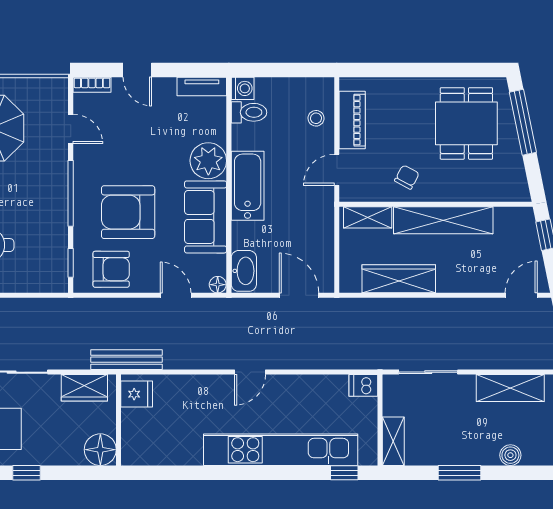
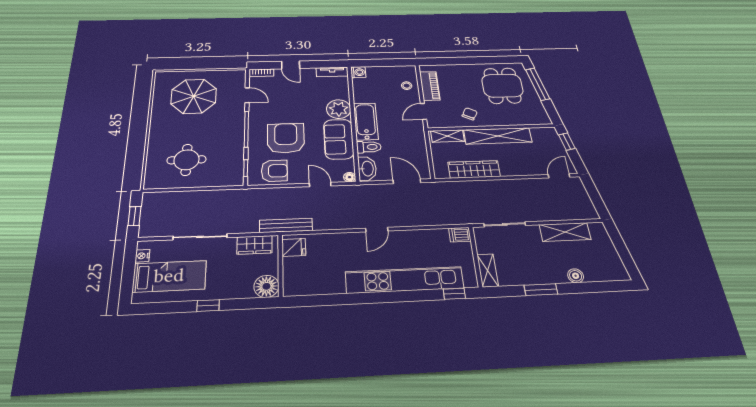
toilet: (249, 112) -> (369, 147), moved
armchair: (128, 212) -> (286, 138), turned 90

